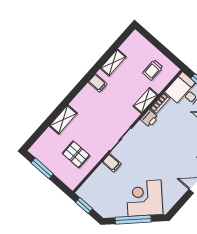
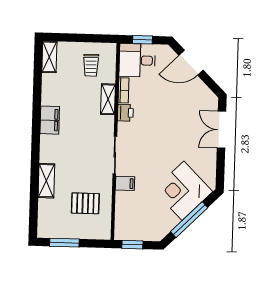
shelving: (113, 63) -> (49, 57), moved
filing cabinet: (98, 83) -> (50, 120), width x2.00

